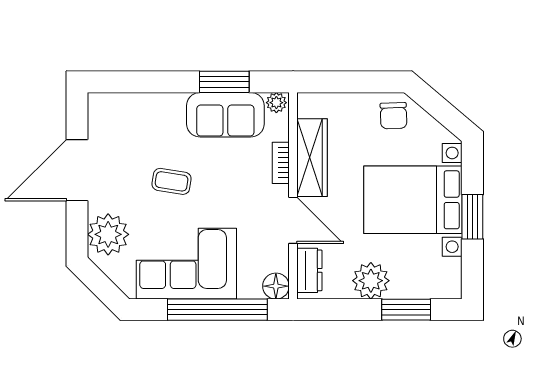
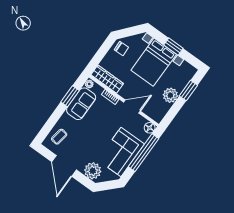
wardrobe: (312, 158) -> (107, 79), moved
coffee table: (172, 181) -> (59, 137), moved
dresser: (309, 270) -> (152, 113), removed

